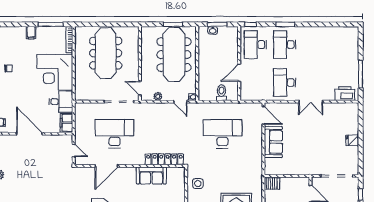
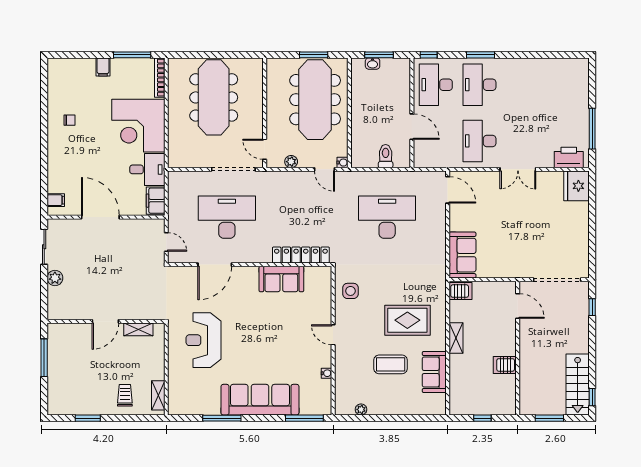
door: (239, 73) -> (412, 127), swing flipped
fridge: (352, 140) -> (576, 186), moved, width x1.88, depth x1.34
sofa: (273, 142) -> (462, 255), moved

